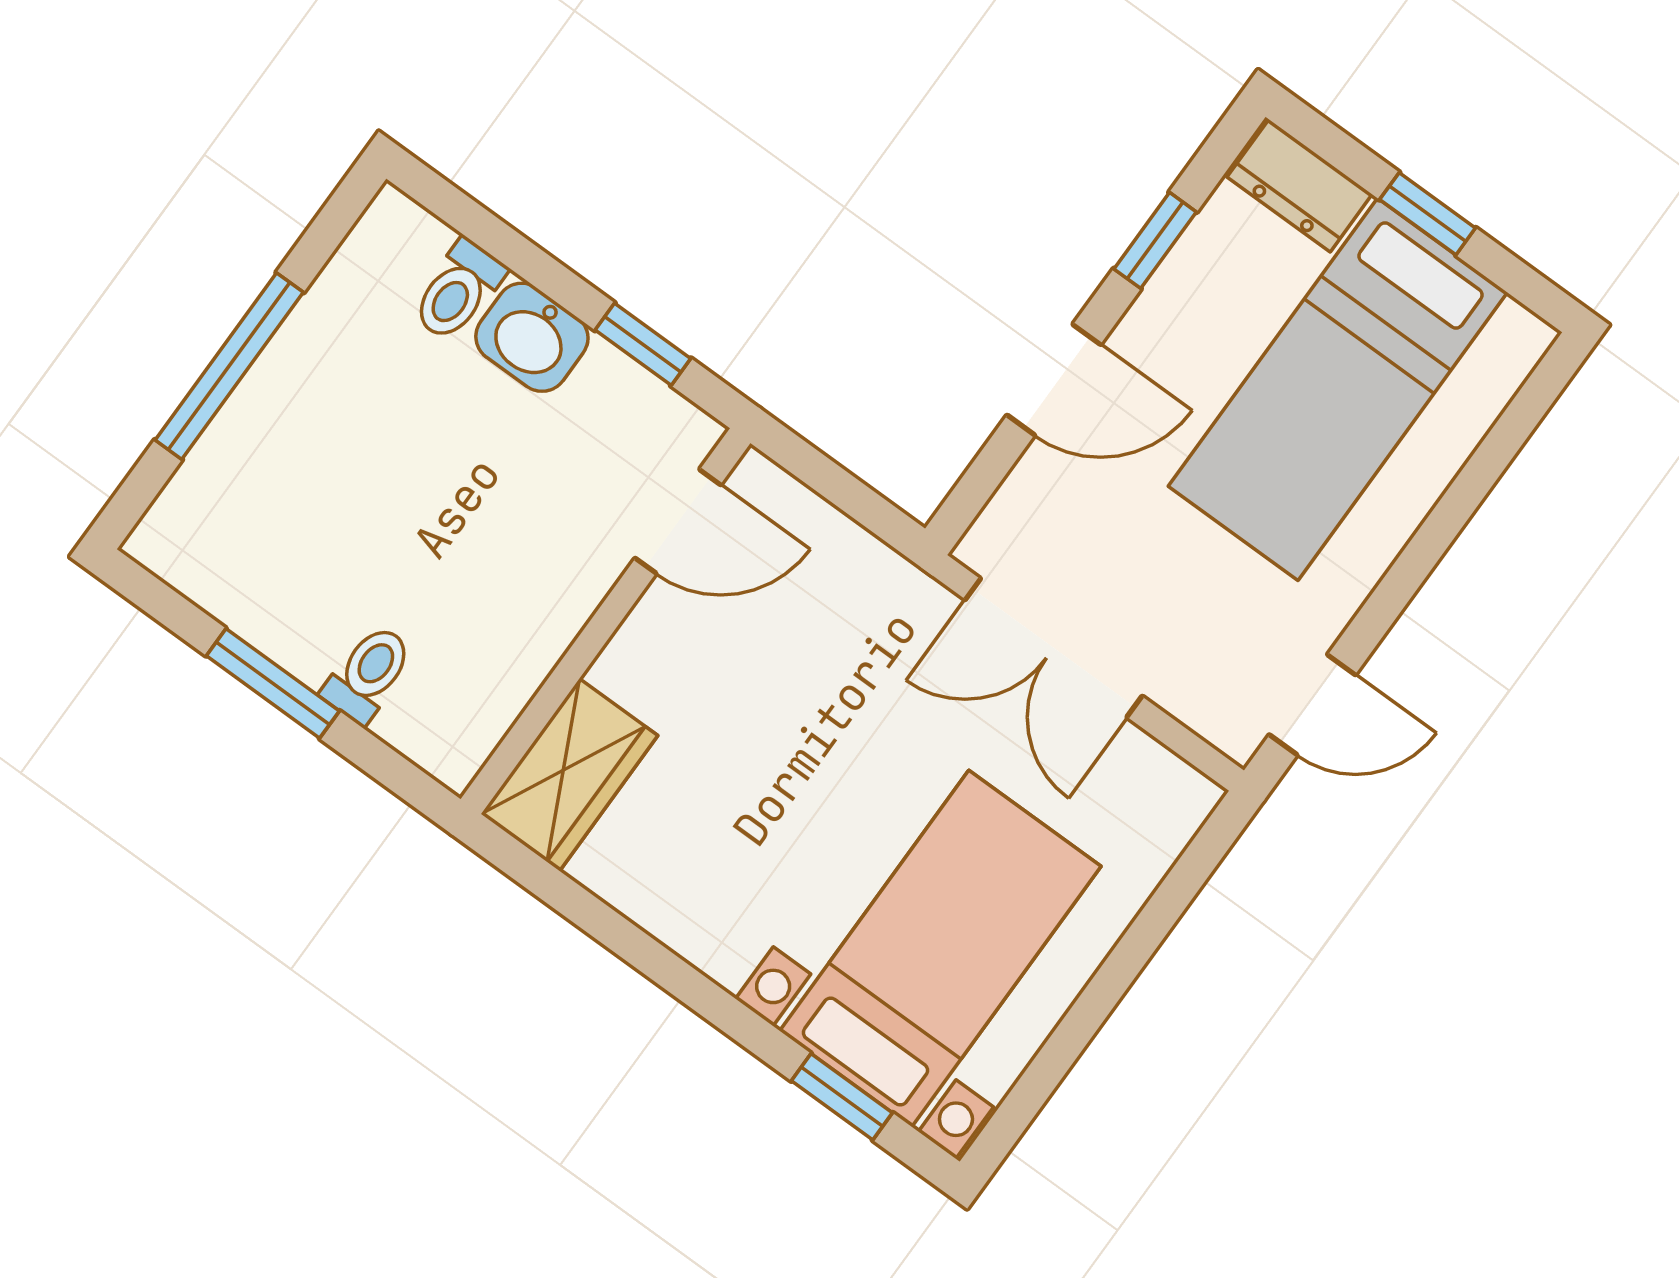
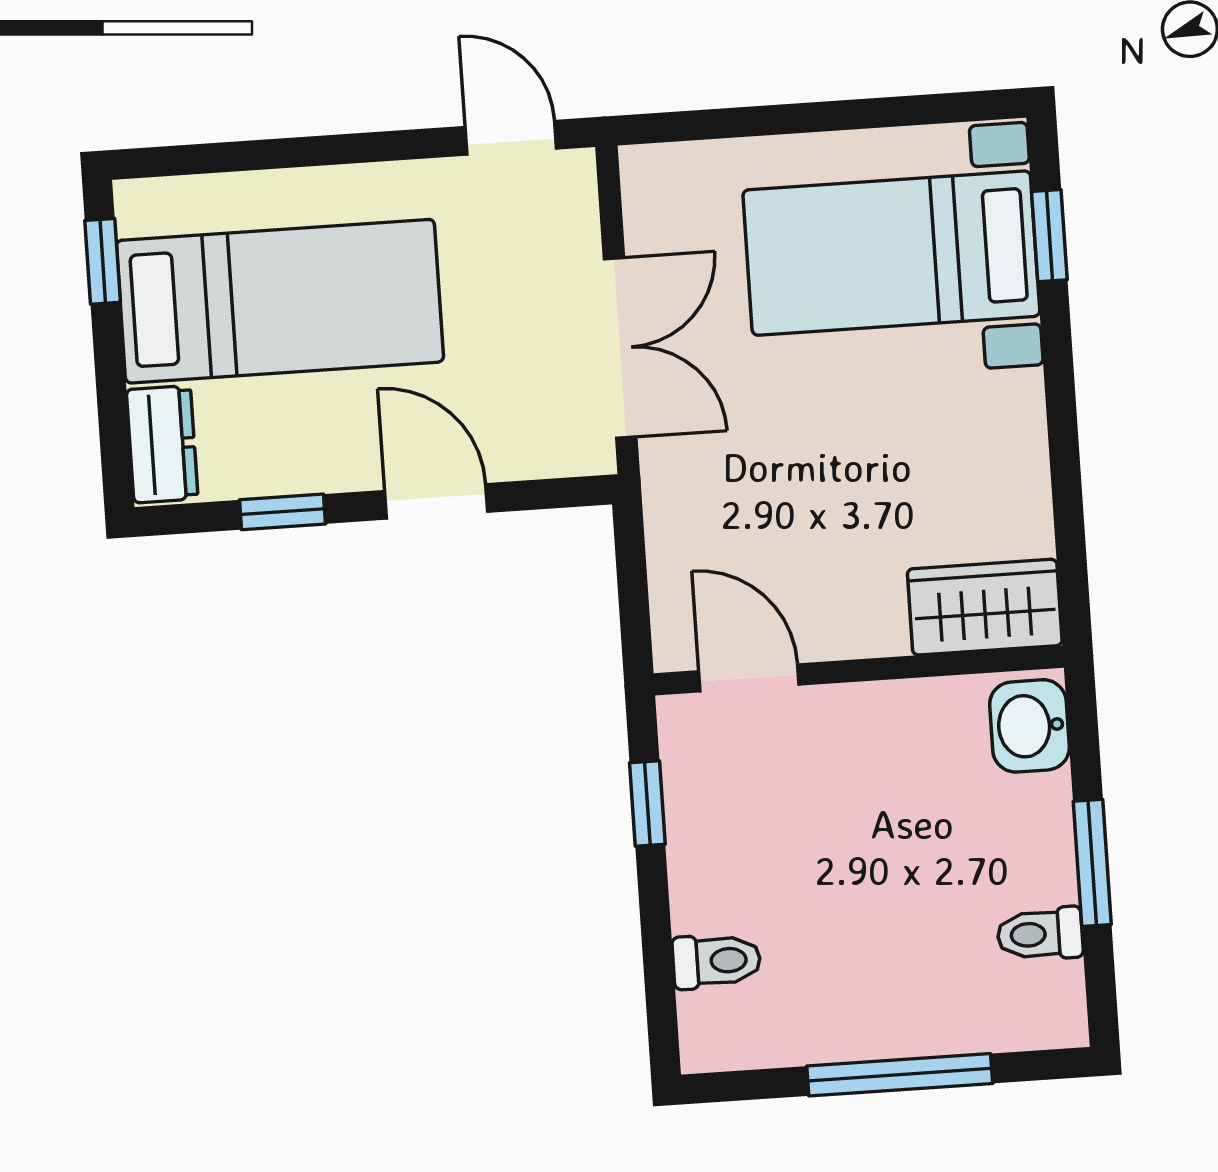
window: (1428, 214) -> (103, 261), moved
washbasin: (532, 337) -> (1030, 726), moved, turned 180
toilet: (368, 674) -> (1040, 934), moved

